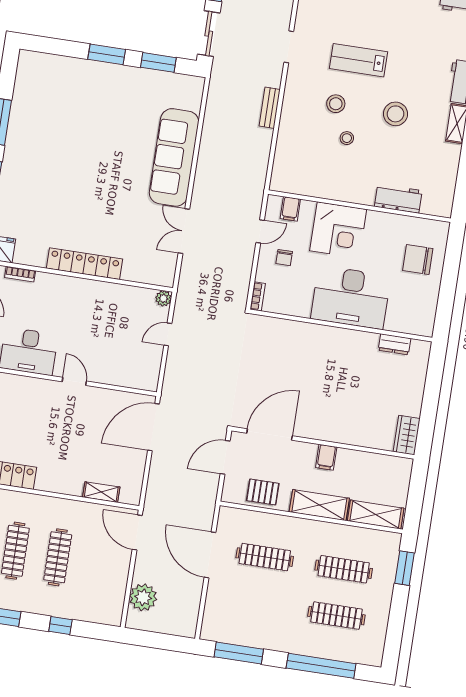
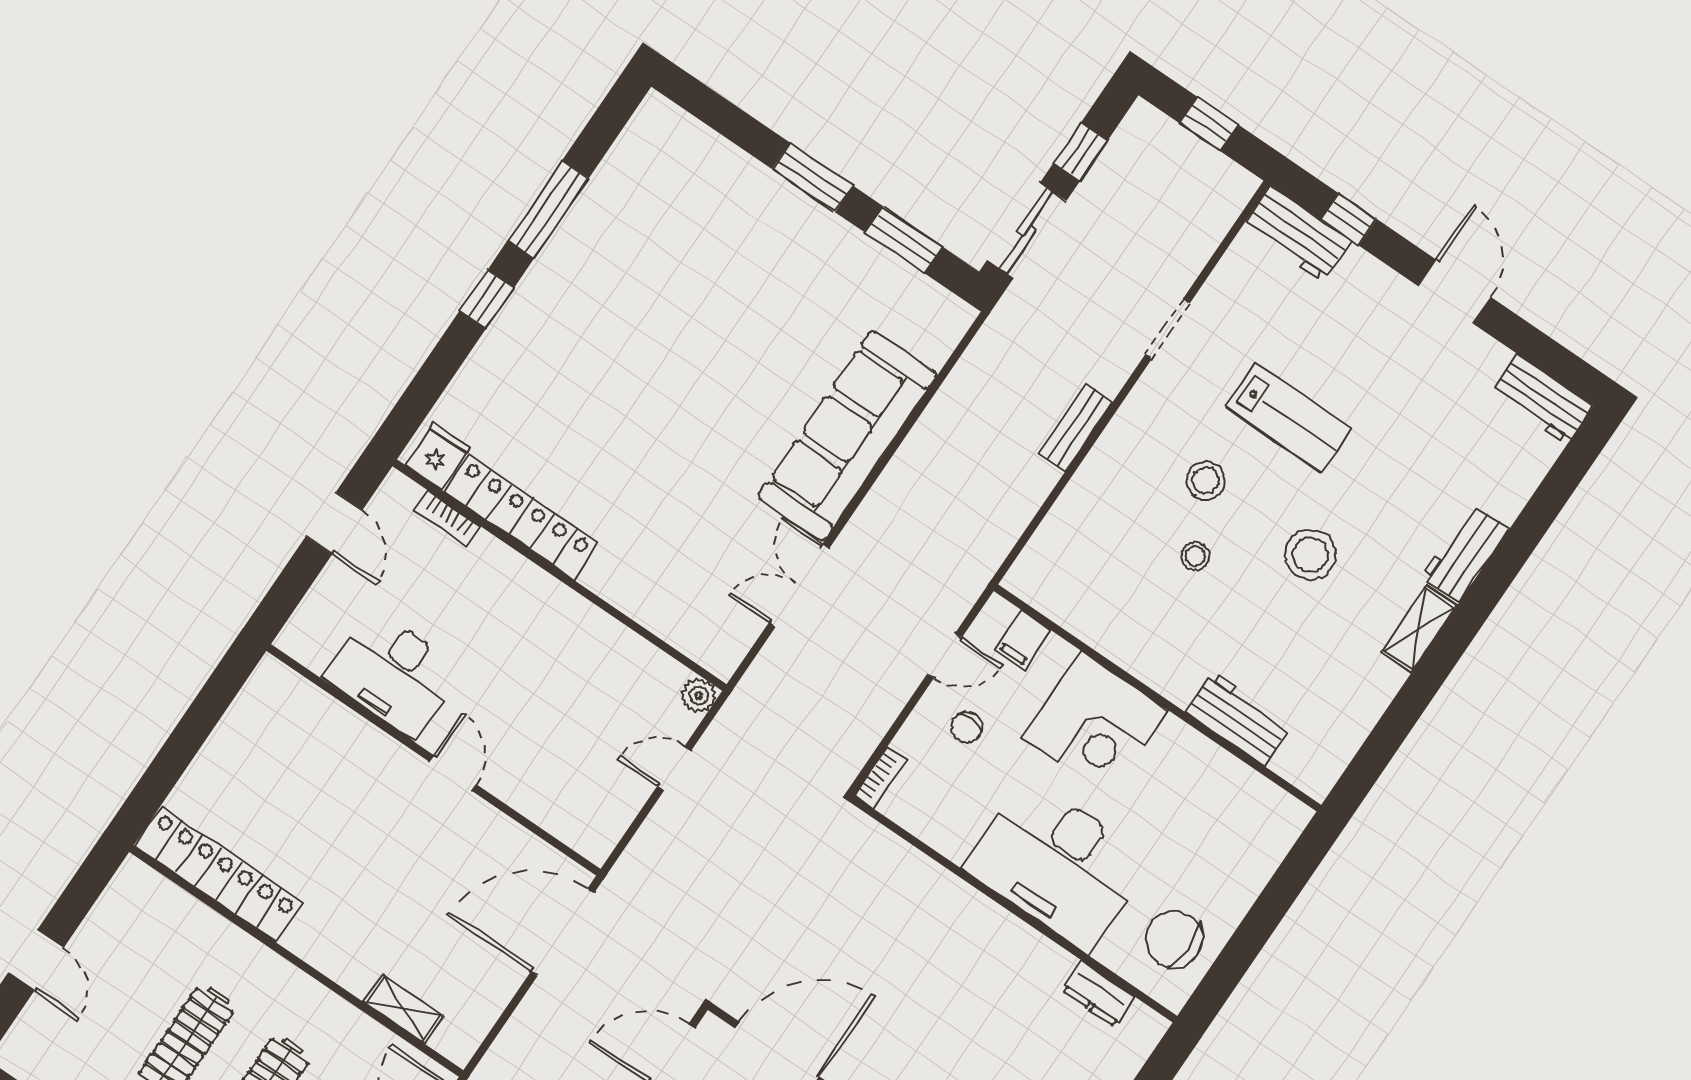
lab bench: (359, 60) -> (1289, 418), turned 180
chair: (418, 259) -> (1174, 939), moved
locker: (85, 264) -> (521, 517), moved

